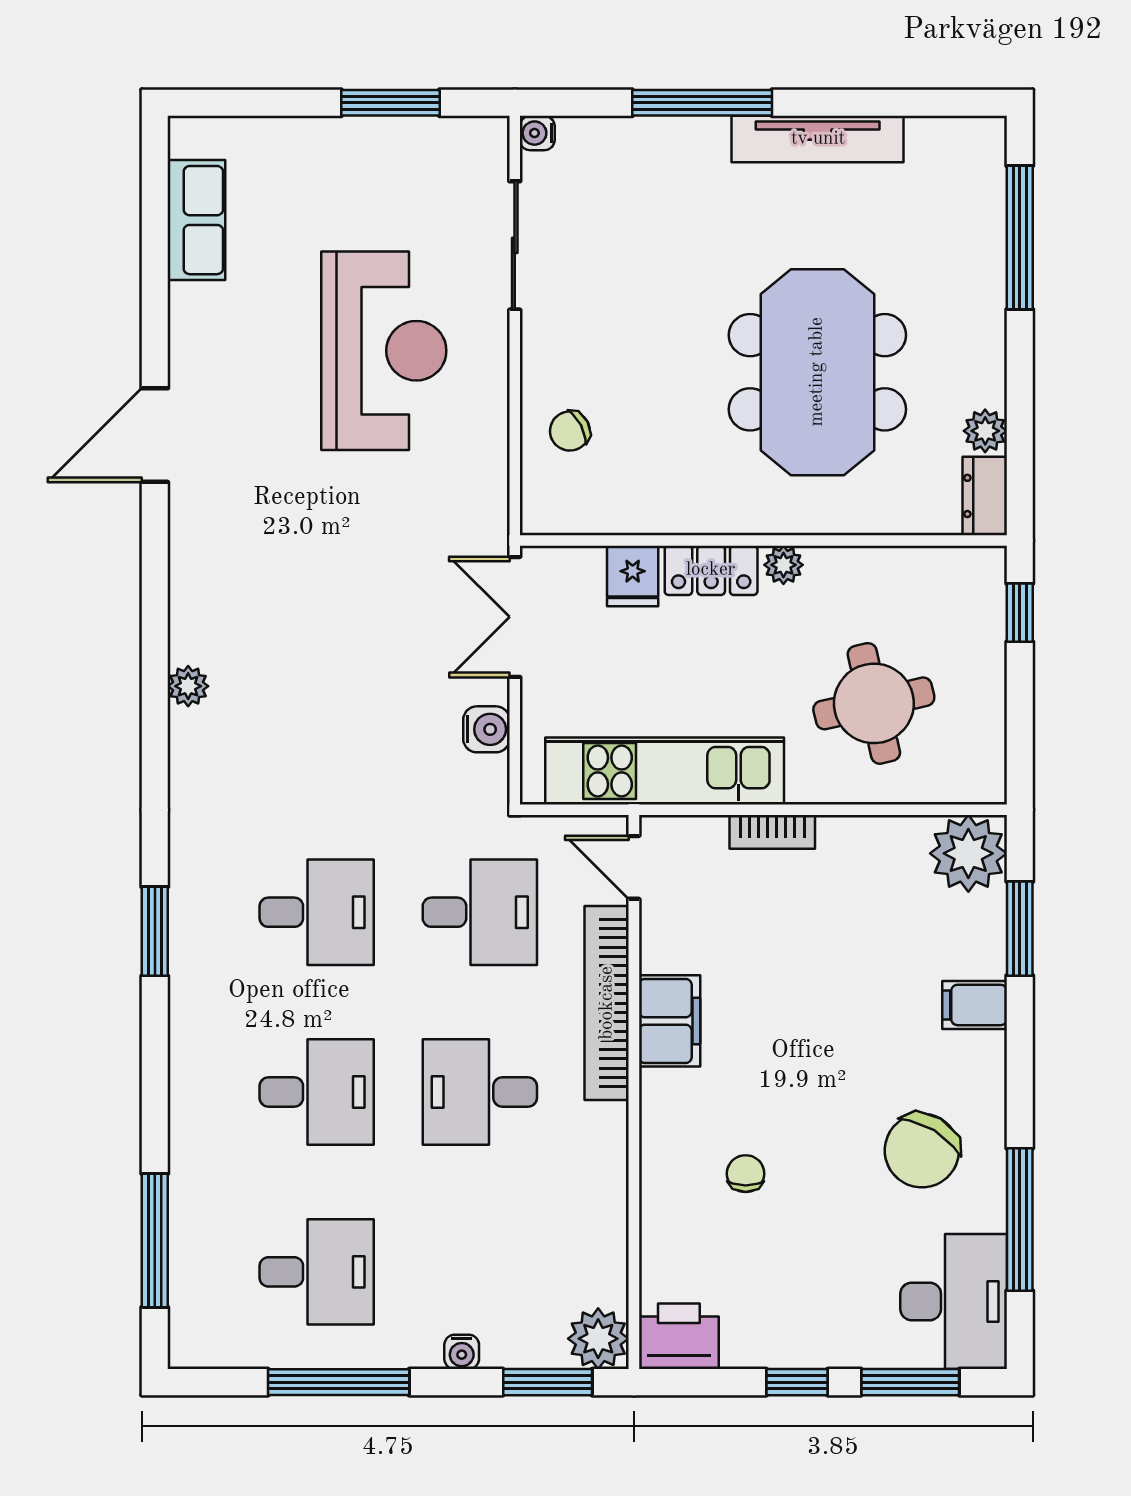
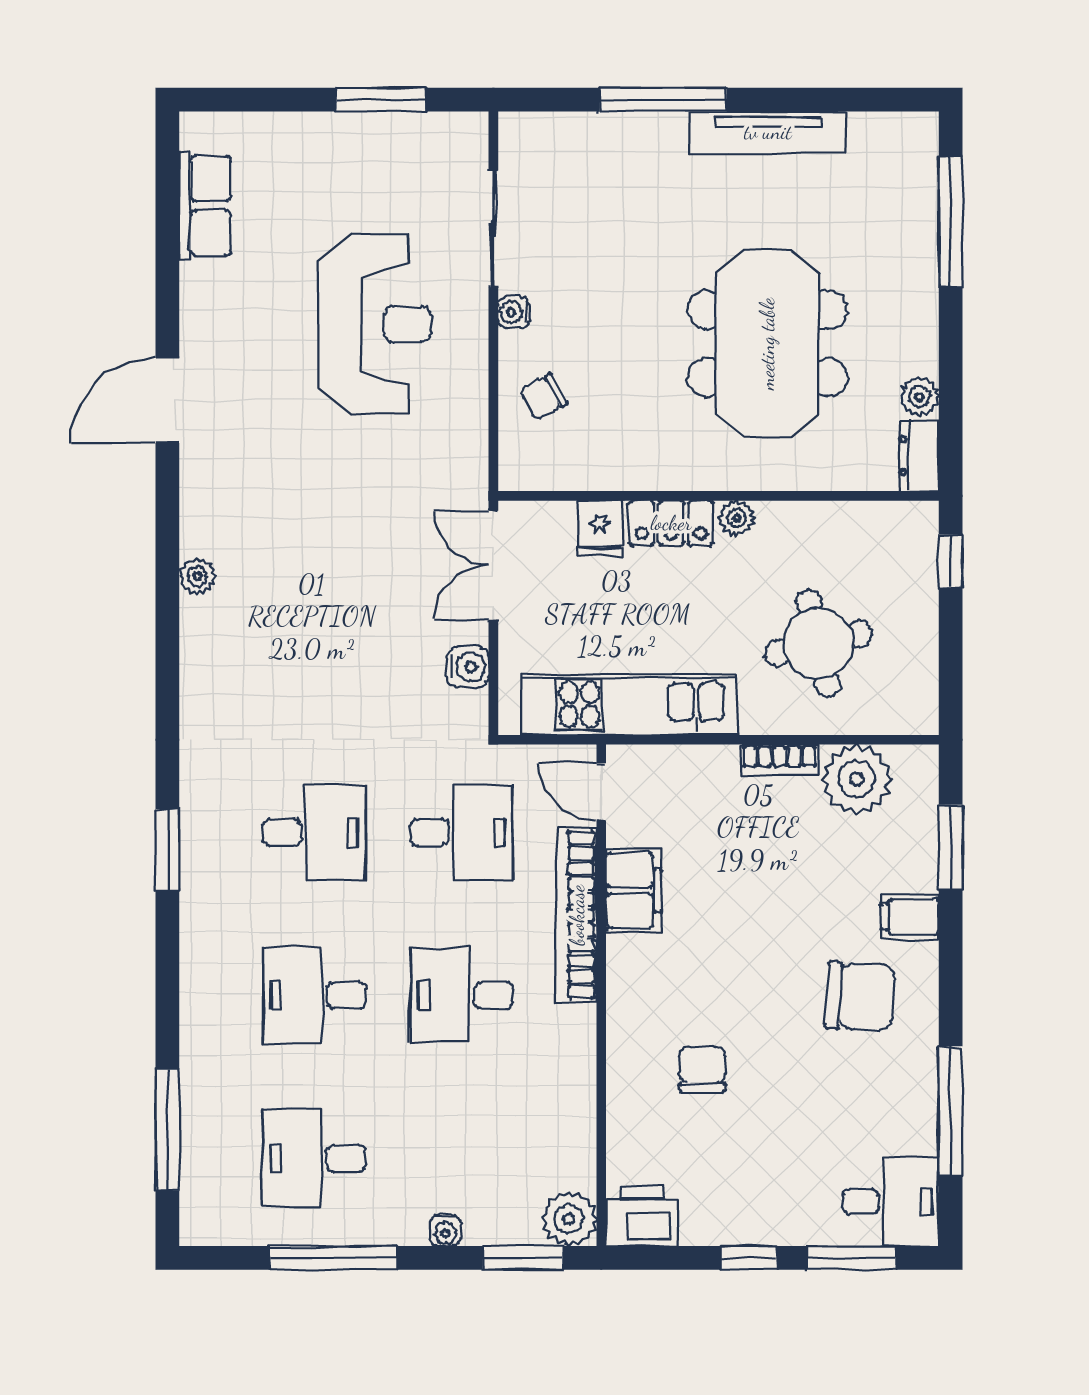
water cooler: (537, 133) -> (514, 312), moved
plant: (188, 686) -> (197, 576), moved
bookcase: (772, 832) -> (780, 760), moved
plant: (968, 853) -> (857, 779), moved
filing cabinet: (670, 1021) -> (633, 891), moved
desk: (317, 1092) -> (314, 995), turned 180
chair: (922, 1150) -> (860, 996), moved, turned -118
chair: (746, 1174) -> (702, 1069), width x1.37, depth x1.37
desk: (317, 1272) -> (314, 1158), turned 180
desk: (954, 1301) -> (891, 1202), width x0.73

